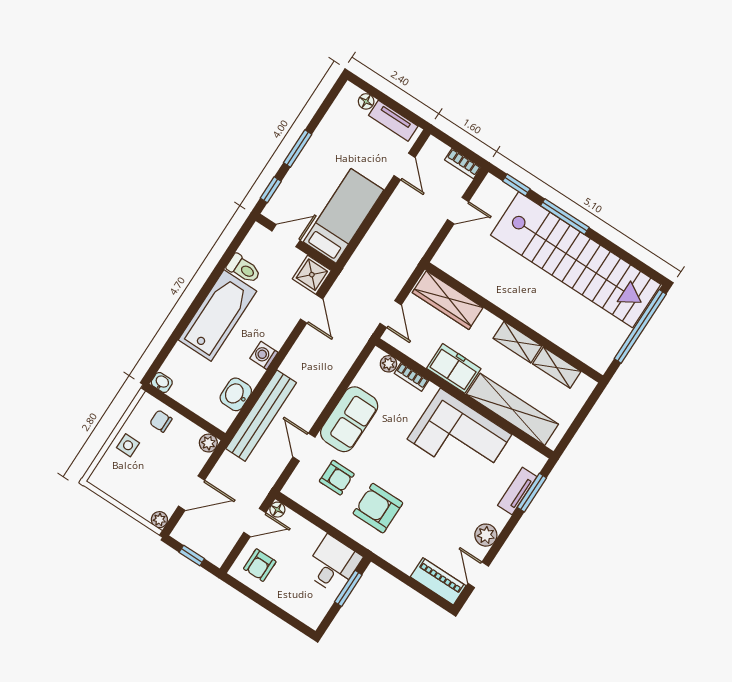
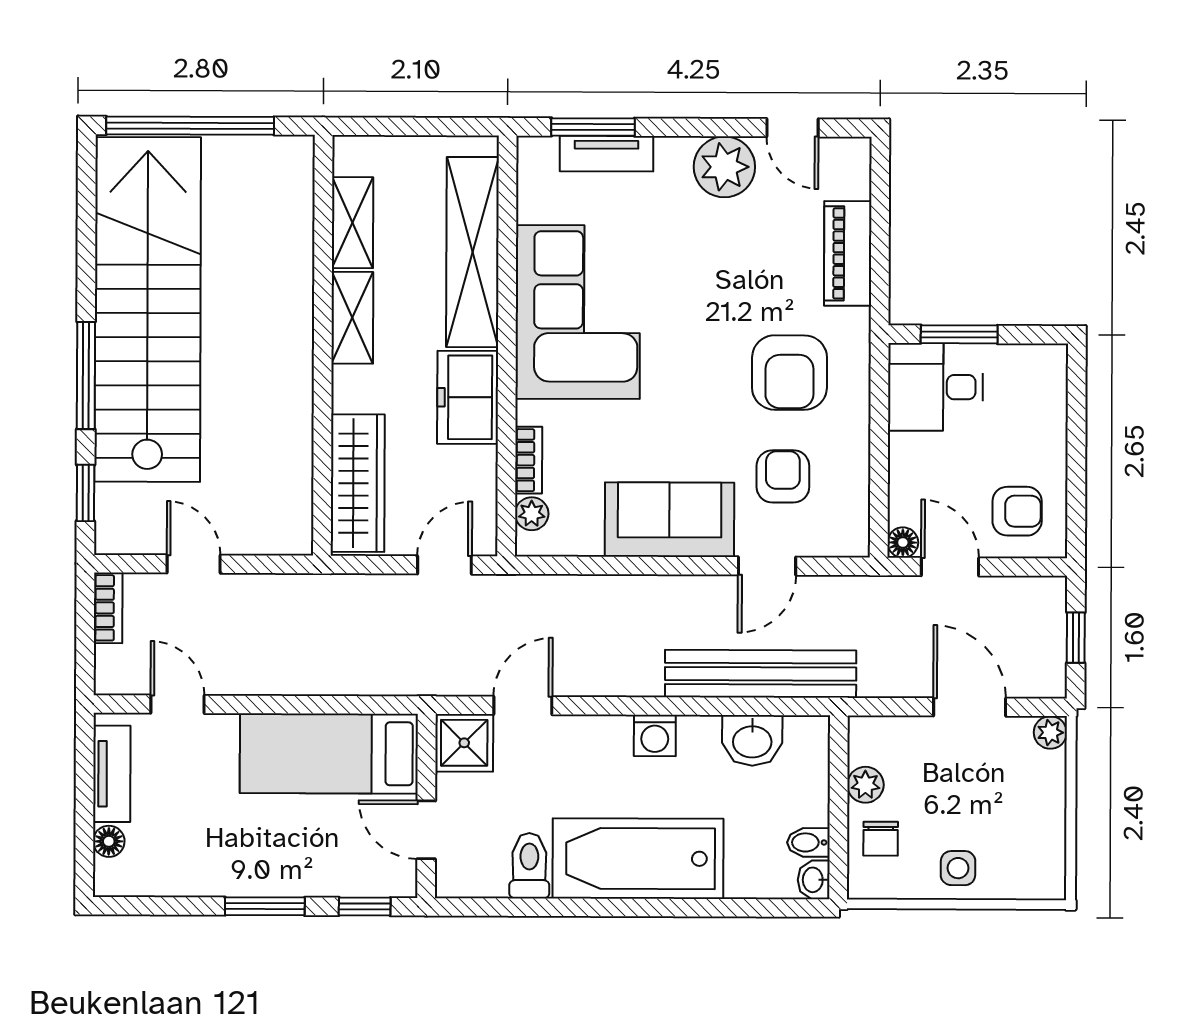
door: (404, 166) -> (177, 704), hinge flipped
bidet: (179, 390) -> (808, 842), added
plant: (208, 443) -> (865, 785), moved
plant: (486, 535) -> (724, 167), width x1.36, depth x1.36
door: (478, 575) -> (792, 128), hinge flipped
piano: (438, 581) -> (848, 253), moved

